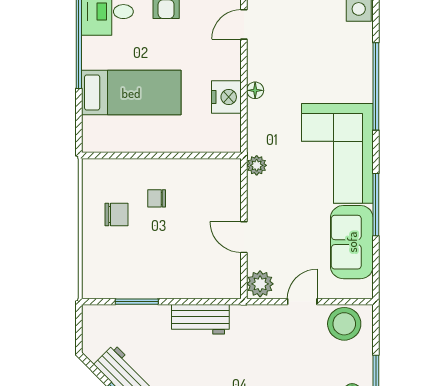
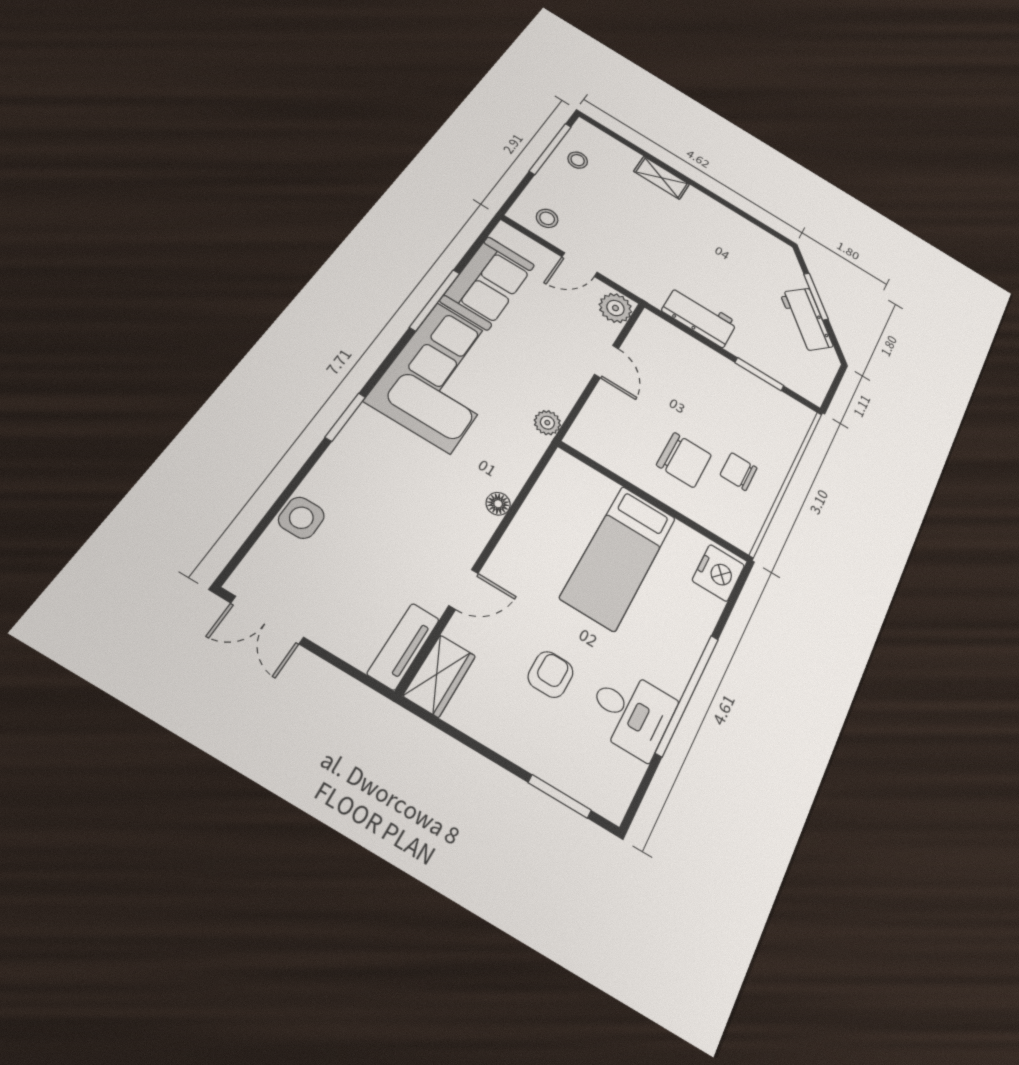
window: (376, 86) -> (345, 417), width x0.47
bed: (131, 93) -> (619, 557), moved, turned -90
nightstand: (226, 97) -> (718, 573), moved, turned 180
chair: (157, 198) -> (684, 460), width x1.87, depth x1.87
stool: (344, 324) -> (547, 218), width x0.53, depth x0.53

